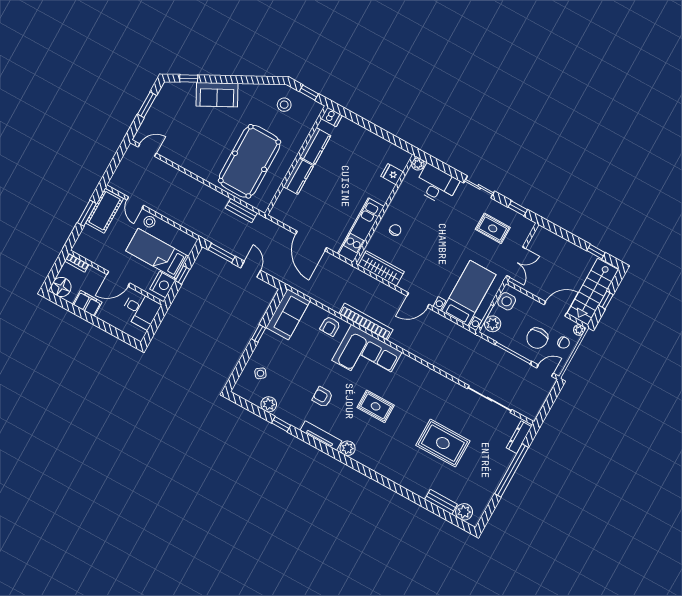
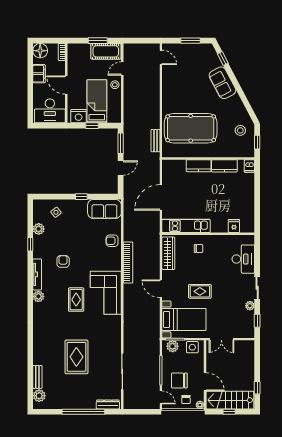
plant: (418, 164) -> (250, 306), moved
rug: (493, 228) -> (200, 291), moved, turned 90
desk: (141, 310) -> (50, 111), width x1.37
corner sofa: (367, 356) -> (106, 293), moved

